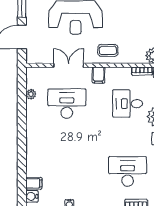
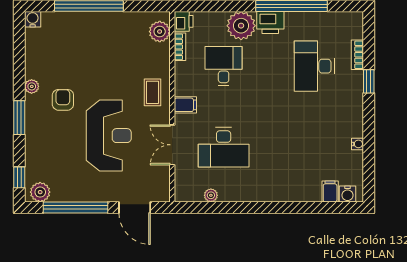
desk: (67, 104) -> (224, 147), turned -90
desk: (128, 104) -> (224, 66), turned 180

